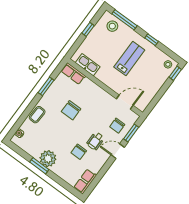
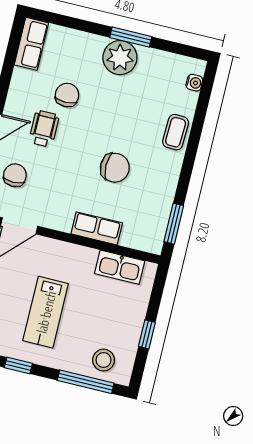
row of seats: (73, 74) -> (97, 228), moved
window: (46, 86) -> (174, 224), moved
chair: (71, 110) -> (115, 168), turned 90

